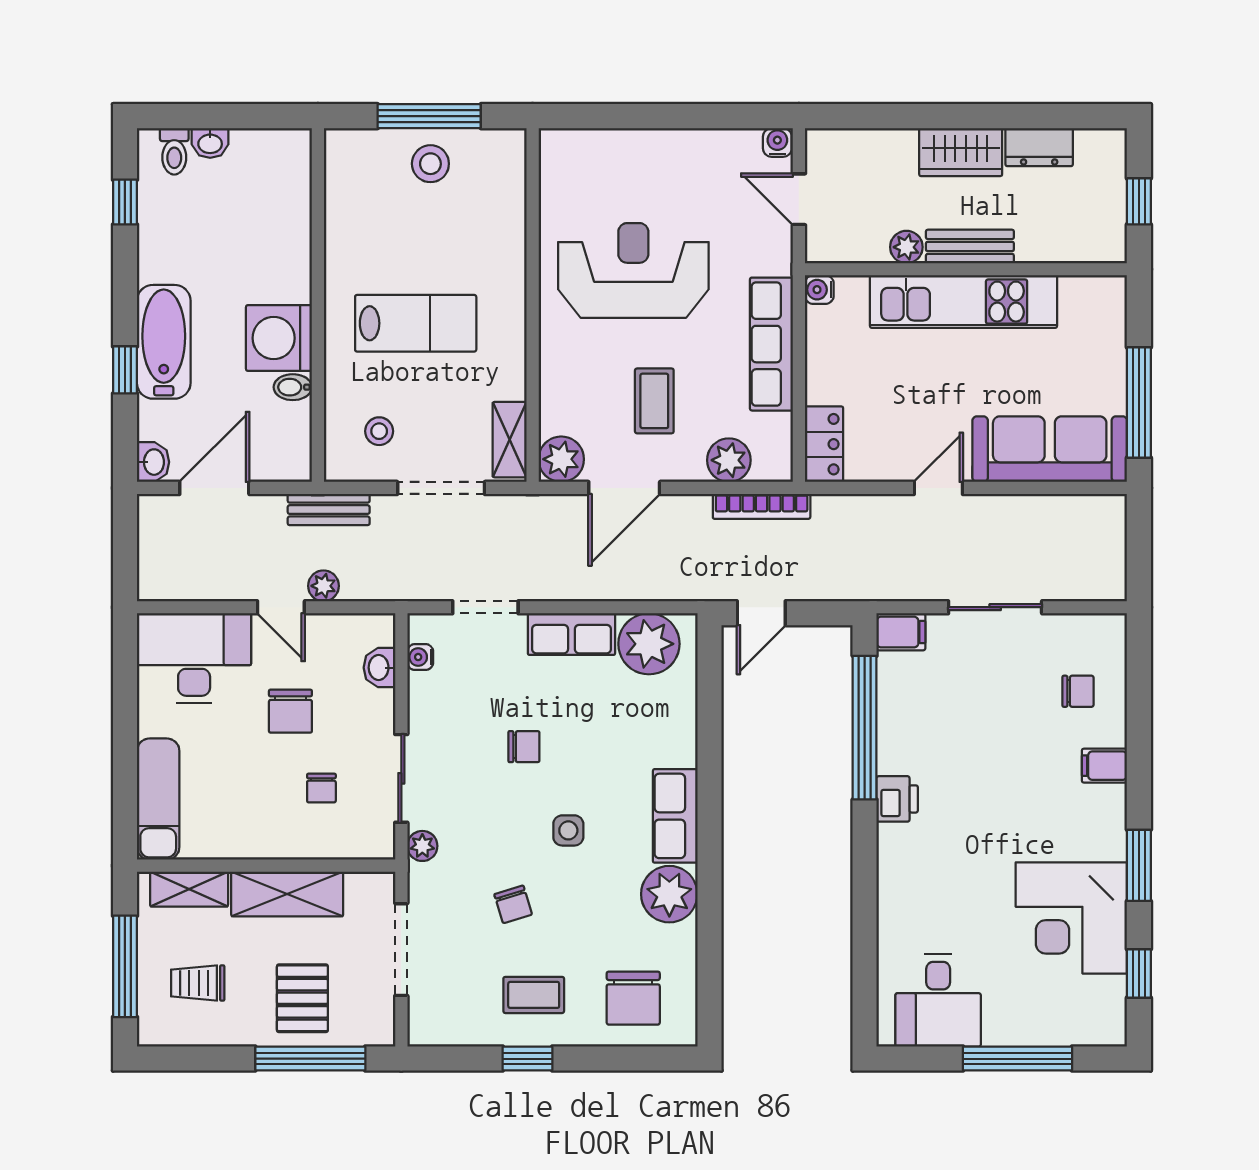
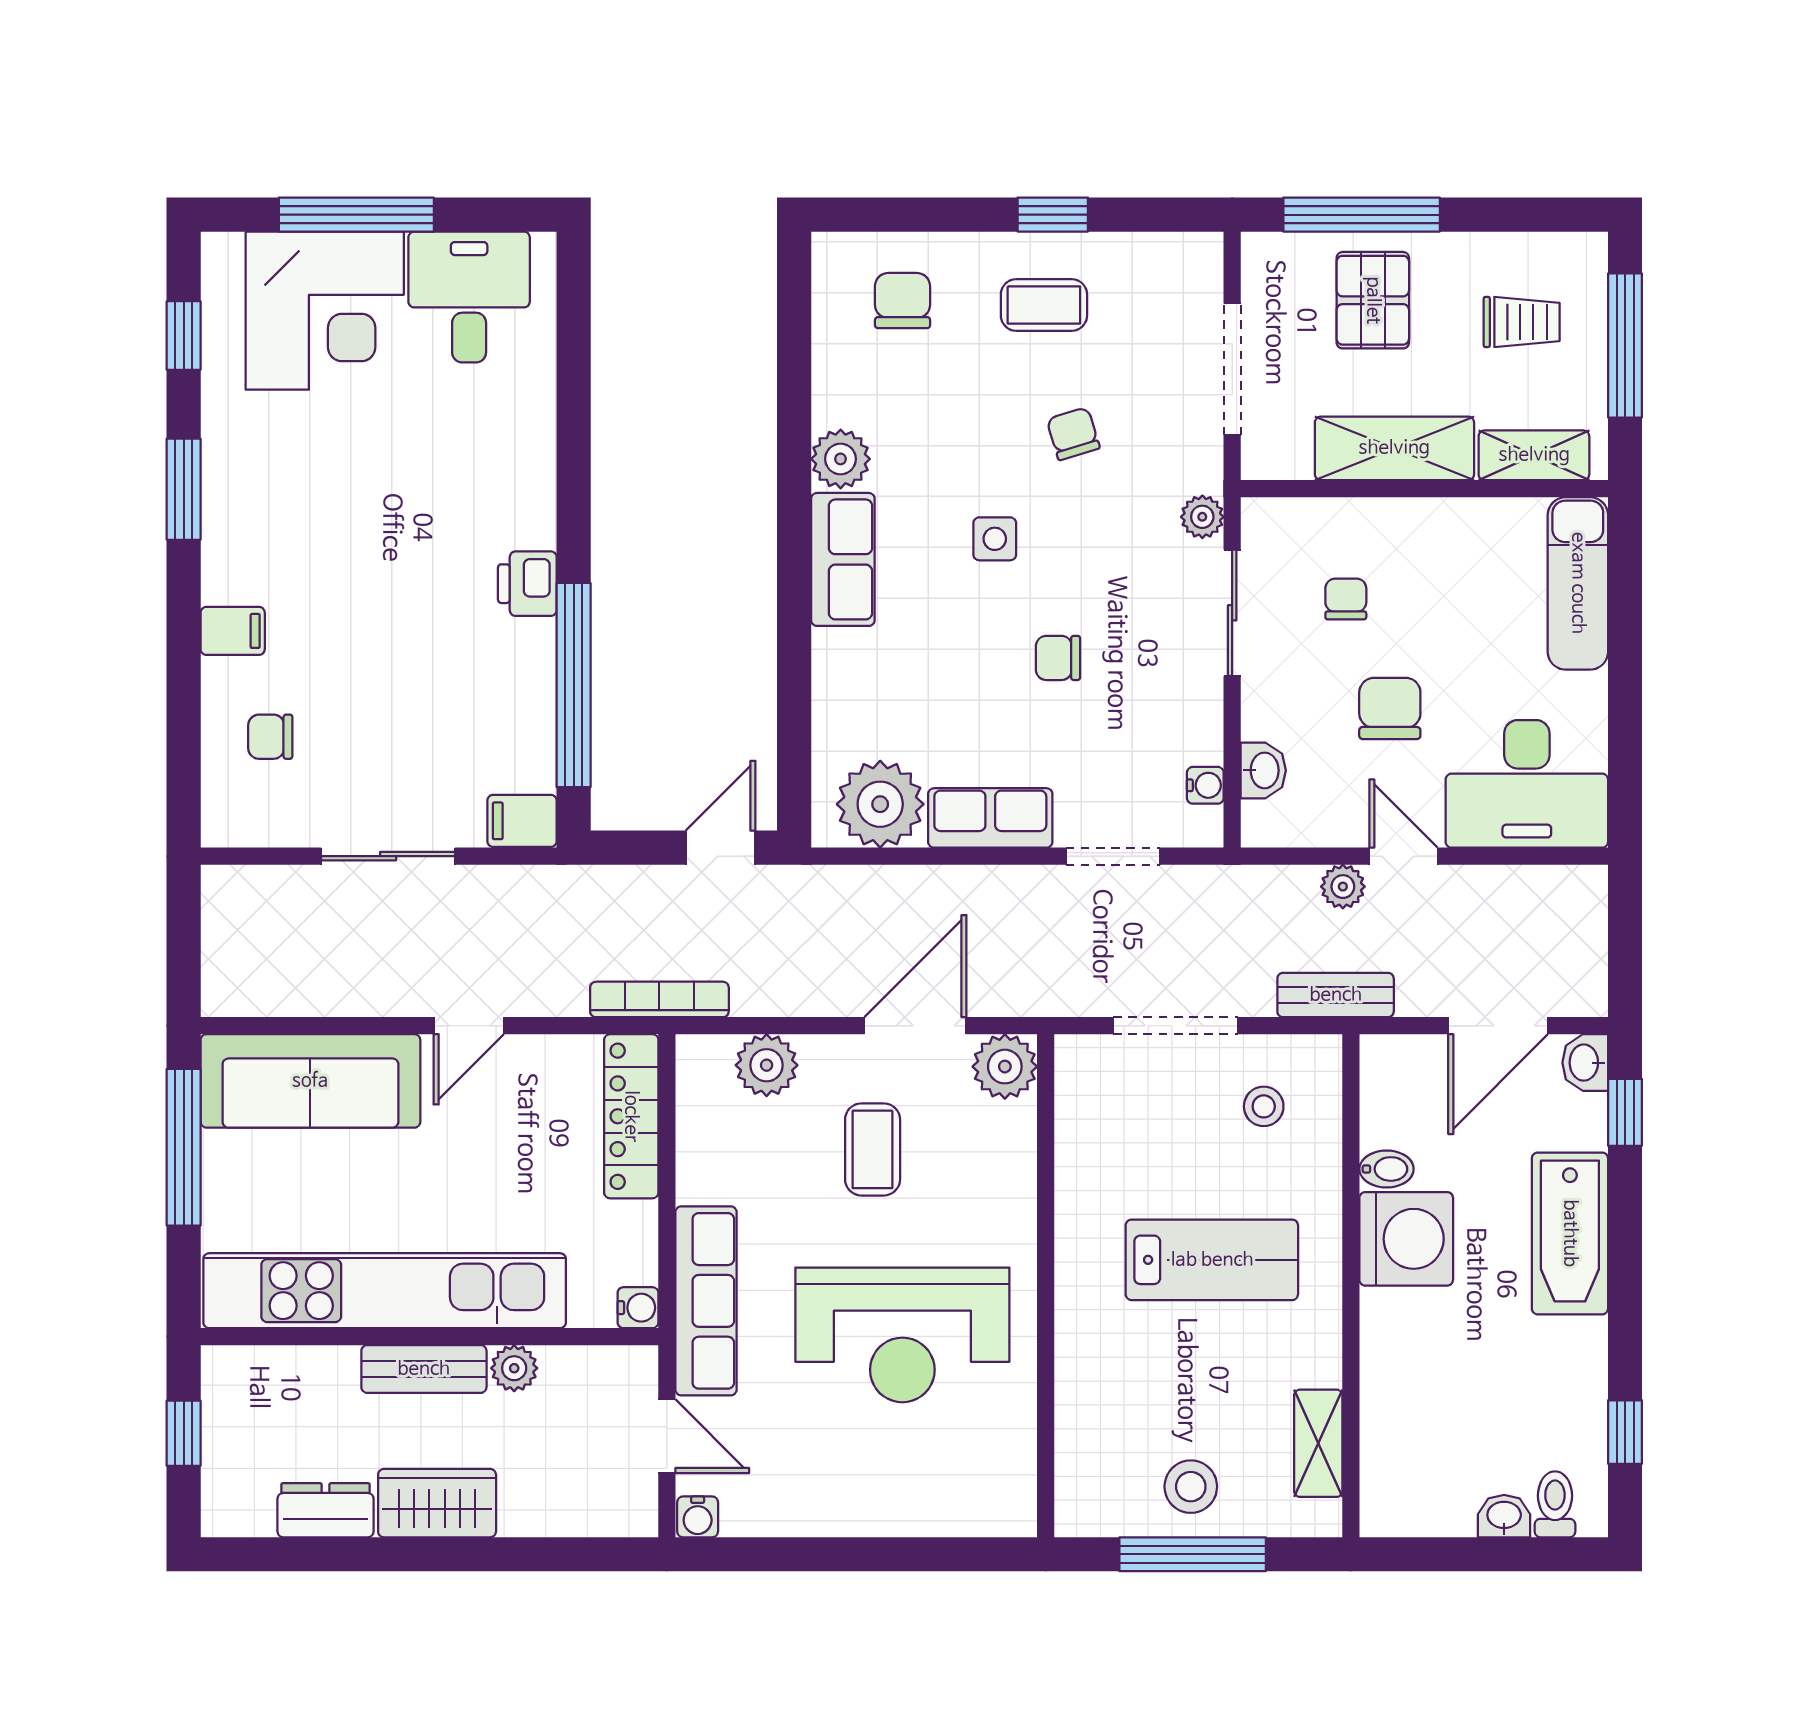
kitchen unit: (964, 302) -> (385, 1291), width x1.36
lab bench: (416, 323) -> (1212, 1260), turned 180
row of seats: (771, 344) -> (706, 1301), moved
window: (125, 370) -> (1625, 1112), moved
shelving: (510, 440) -> (1318, 1443), moved
locker: (824, 444) -> (631, 1116), width x1.53
bookcase: (762, 506) -> (659, 999), moved
plant: (669, 894) -> (841, 459), width x0.73, depth x0.73
corner desk: (1071, 918) -> (325, 311), moved, turned 90
chair: (633, 998) -> (903, 301), width x0.73, depth x0.73

